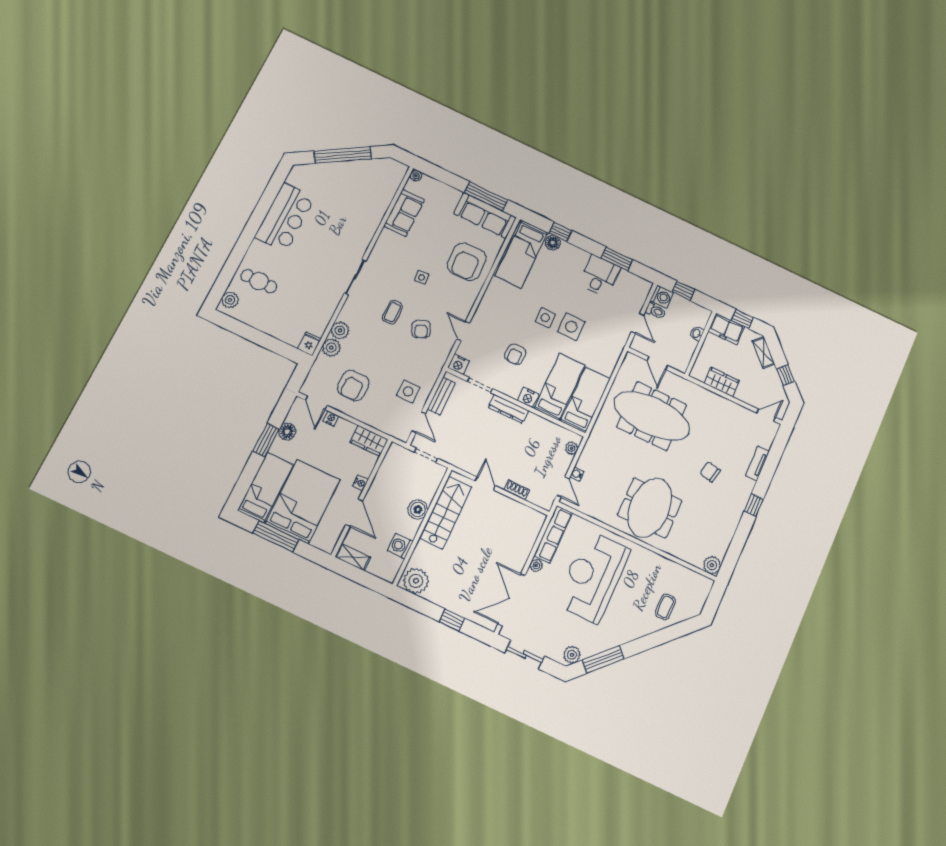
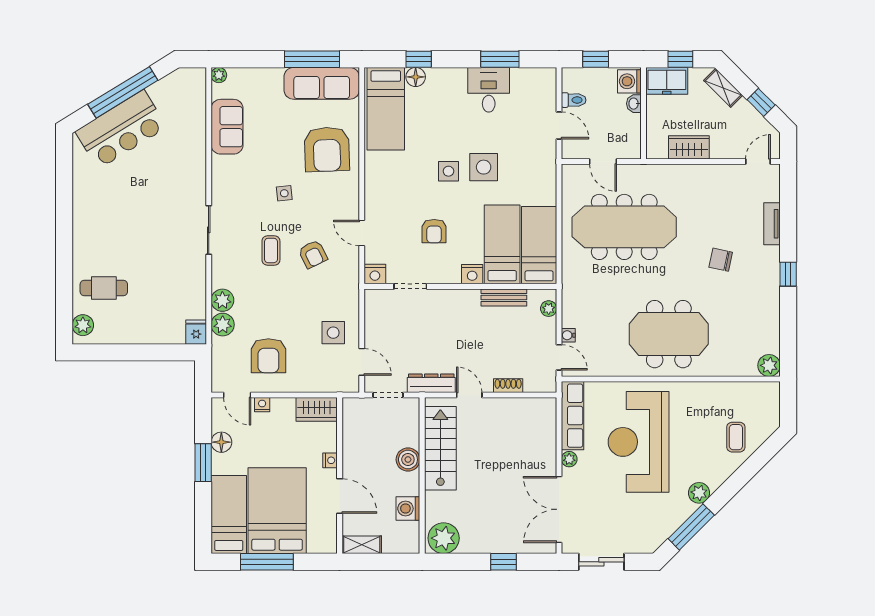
bar counter: (285, 217) -> (121, 129), moved, turned 58
washing machine: (662, 297) -> (629, 81), moved, turned 180
bench: (441, 396) -> (504, 297), moved, turned 90
dresser: (508, 409) -> (431, 383), moved, turned 180
meeting table: (650, 508) -> (669, 334), turned 90
plant: (572, 655) -> (699, 493), moved

